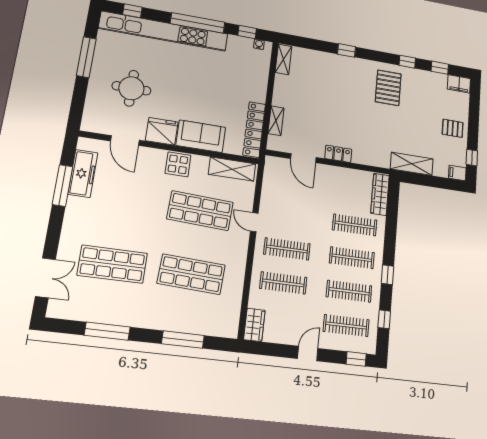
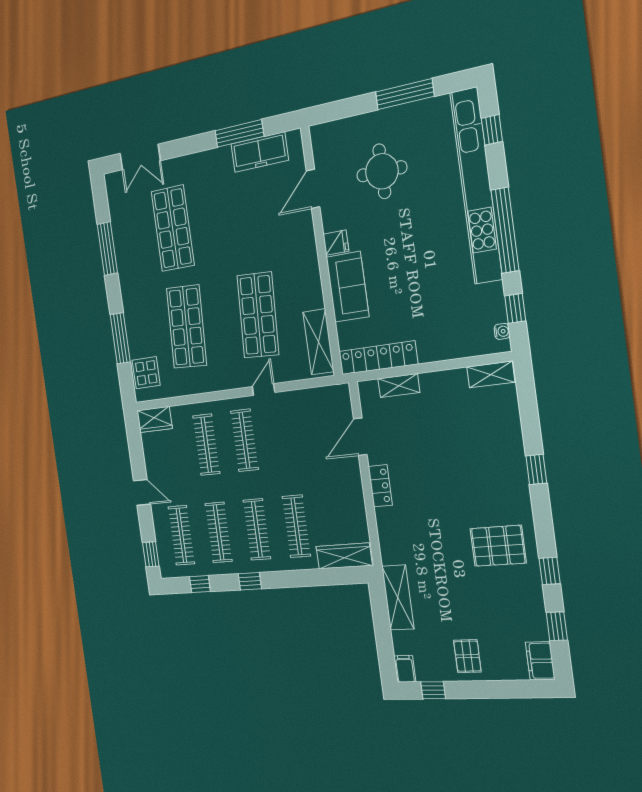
fridge: (162, 131) -> (336, 243), width x0.53, depth x0.75
display table: (178, 164) -> (146, 373), moved

